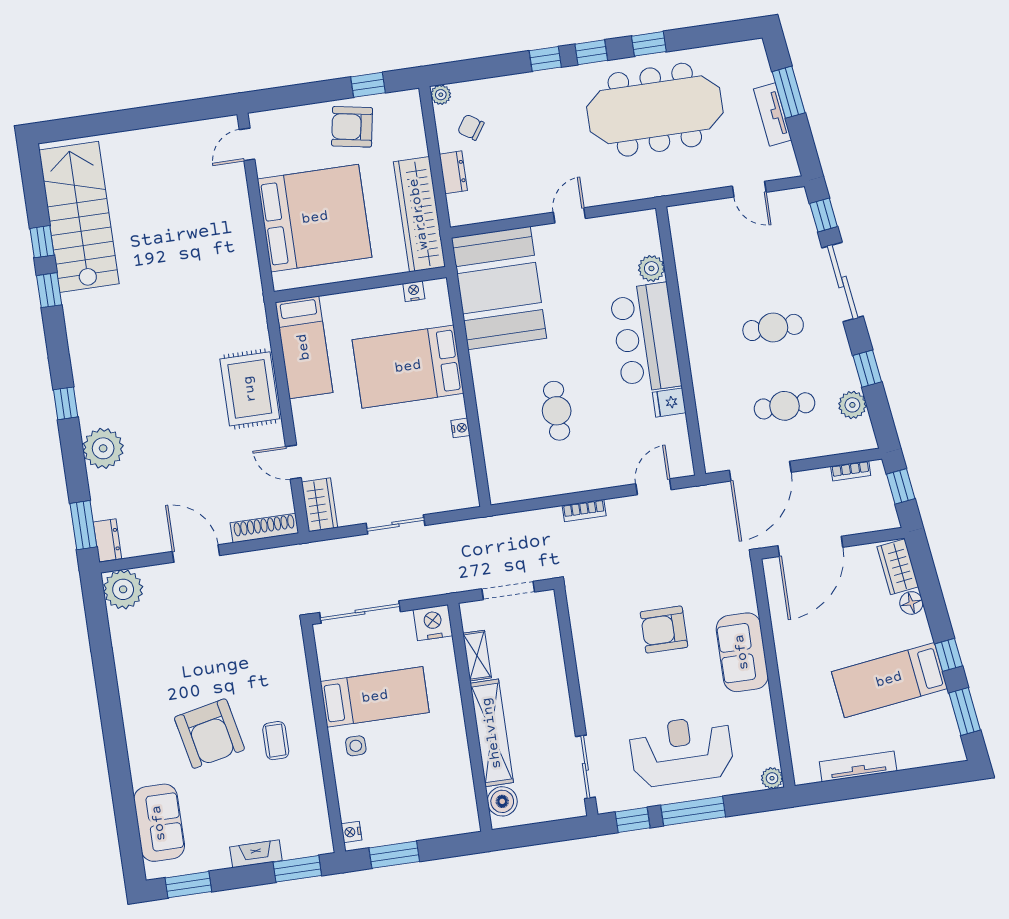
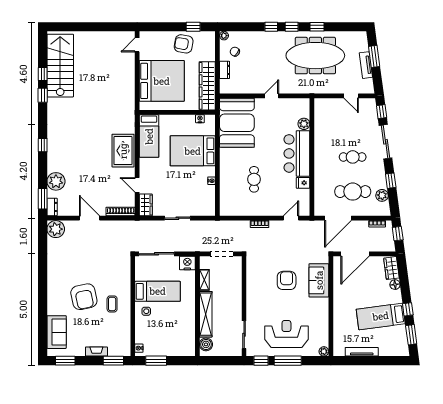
cafe table: (785, 406) -> (353, 192), width x1.37, depth x1.35
plant: (103, 448) -> (56, 181), moved
armchair: (664, 630) -> (287, 280), turned 90
sofa: (742, 652) -> (319, 280), moved

